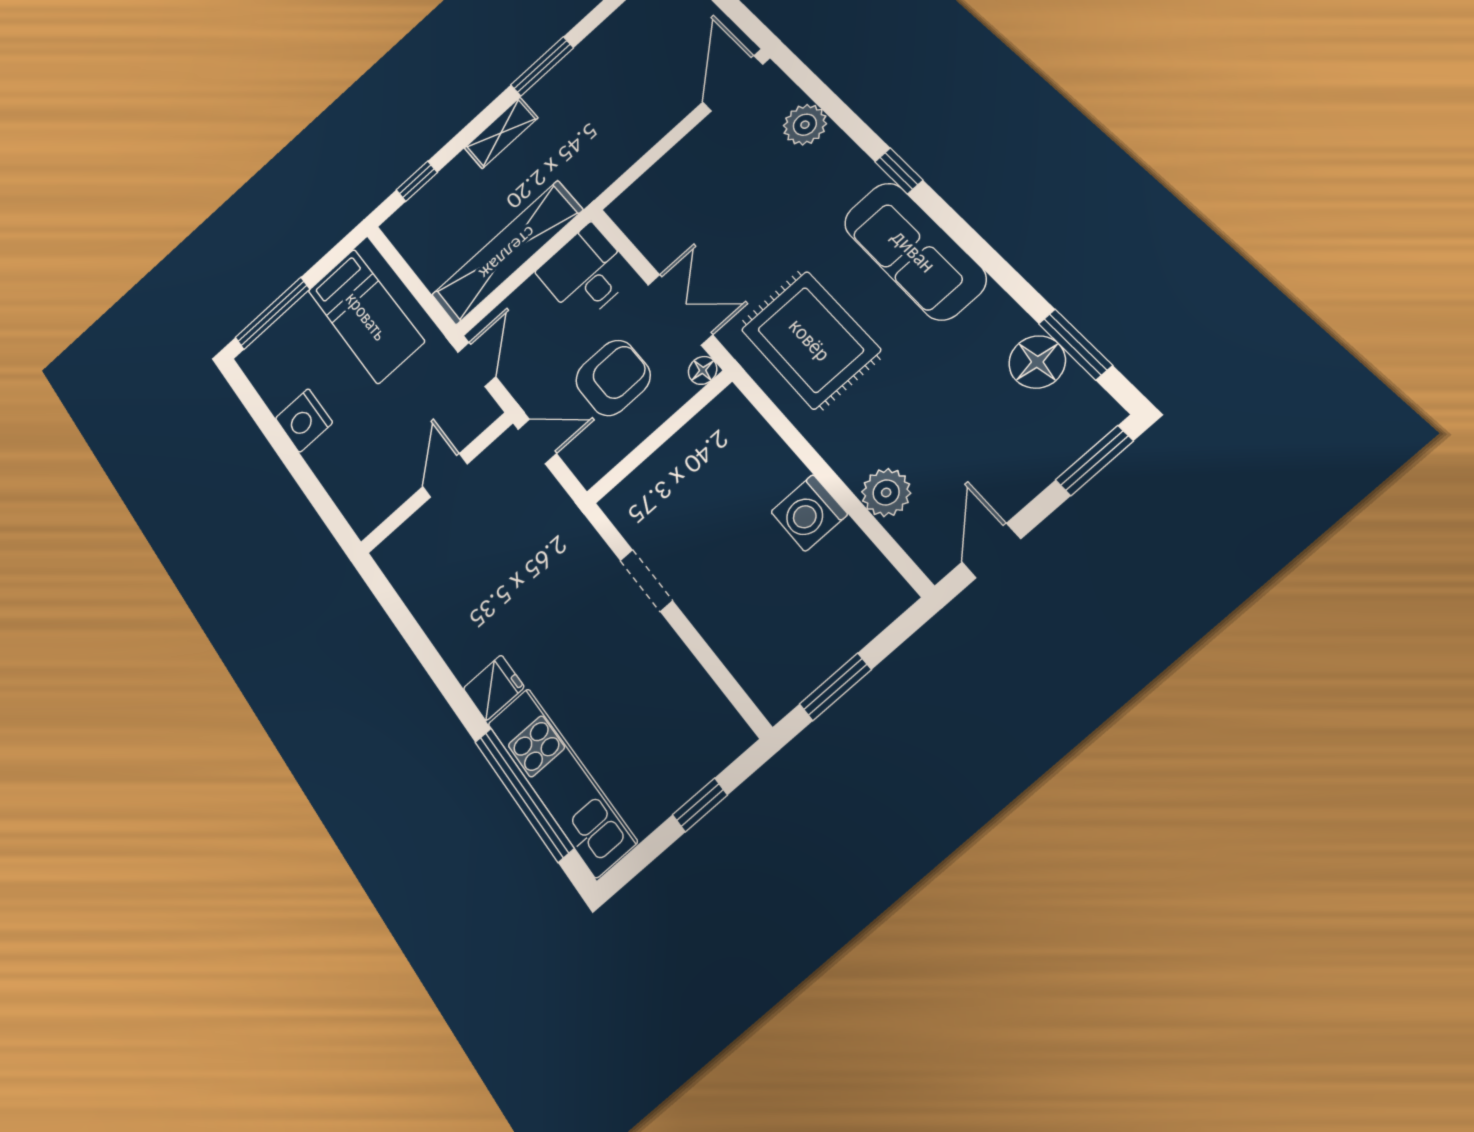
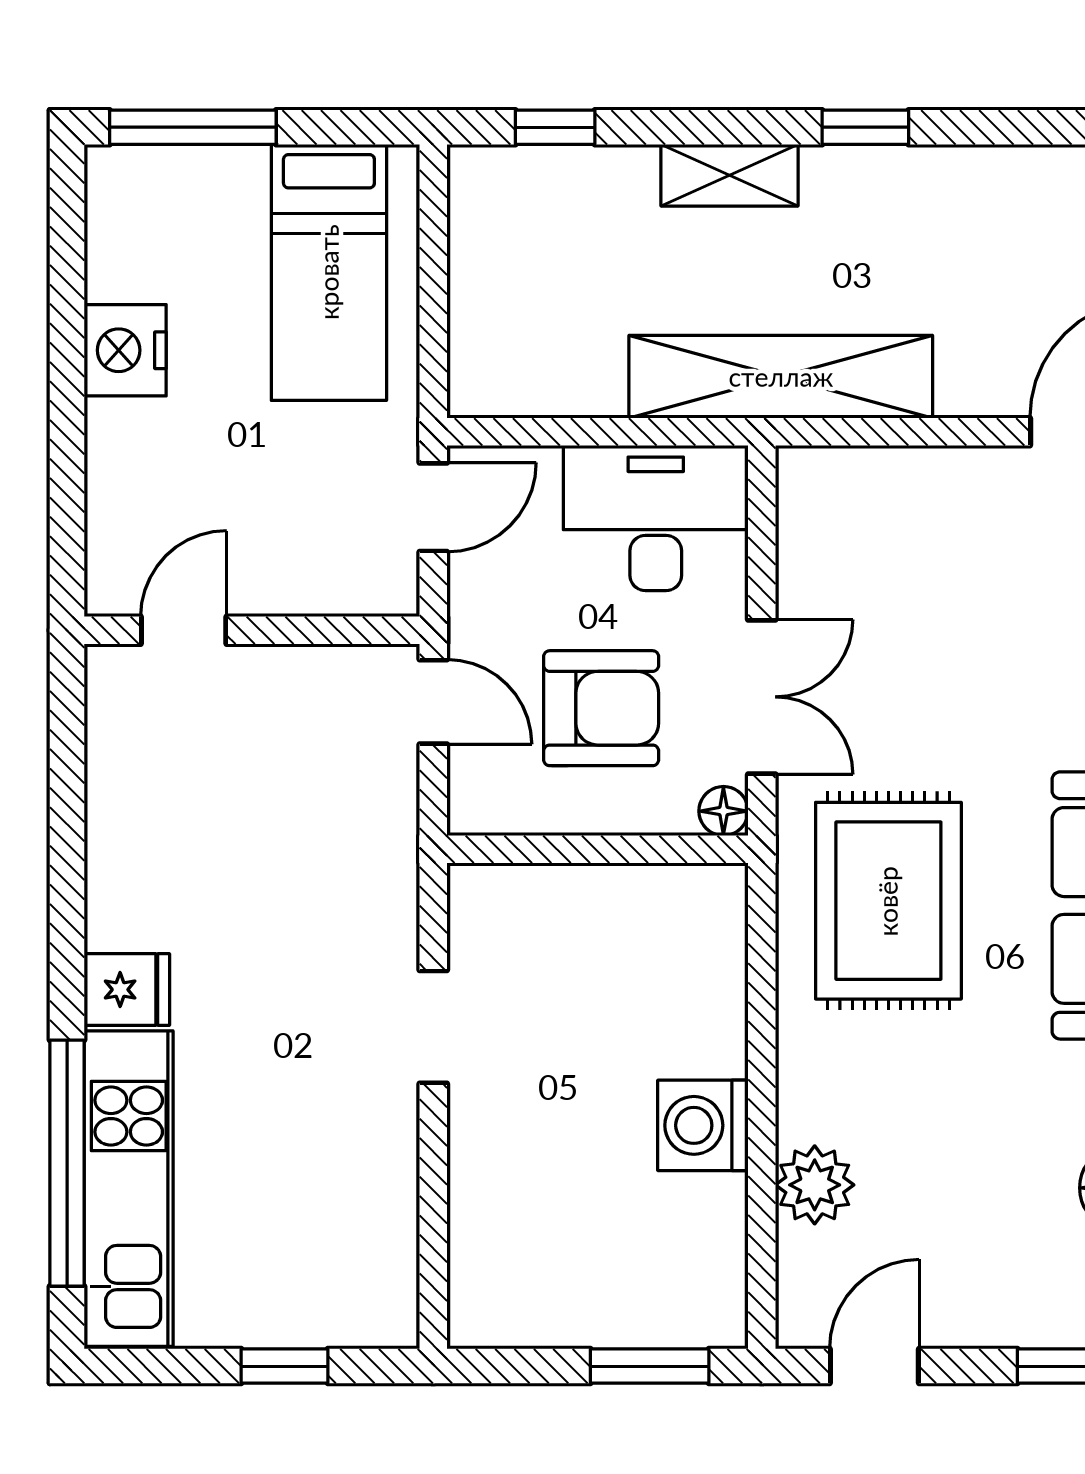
window: (542, 66) -> (865, 127), width x0.67
shelving: (507, 253) -> (781, 377), moved
desk: (586, 273) -> (656, 518), width x1.37
door: (445, 475) -> (184, 630), moved
window: (835, 687) -> (650, 1366), moved

